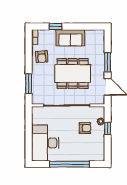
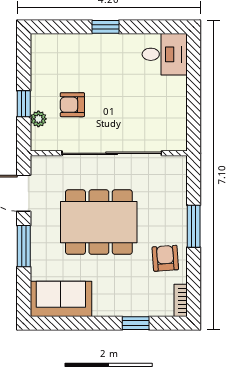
sofa: (70, 38) -> (61, 299), moved
window: (29, 84) -> (194, 226), moved
desk: (45, 143) -> (165, 54), width x0.53, depth x0.77
window: (70, 164) -> (105, 27), width x0.32

